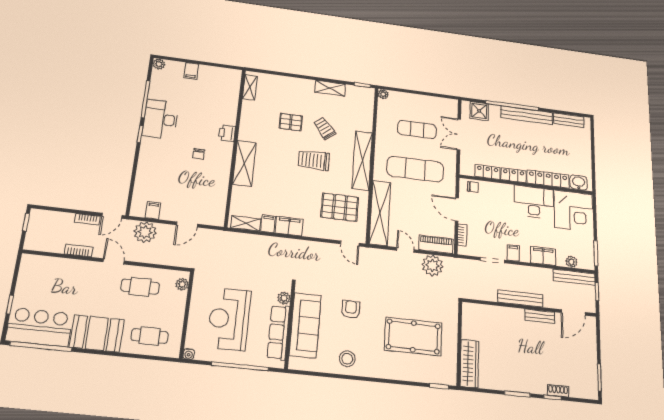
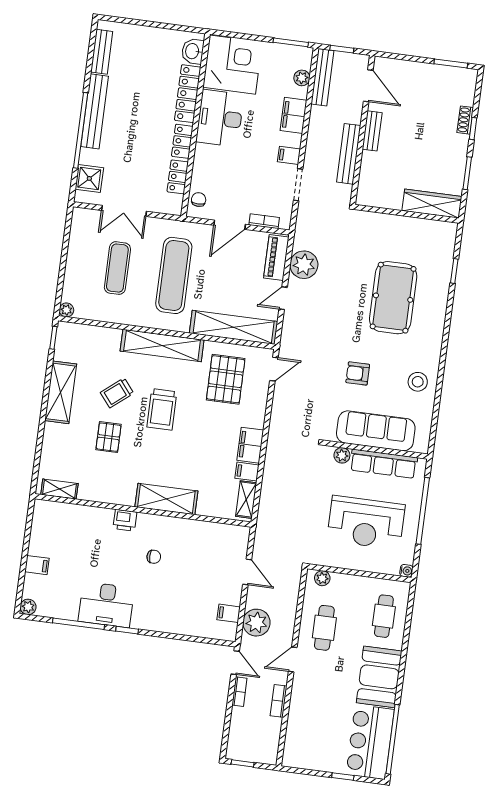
shelving: (330, 88) -> (61, 392), width x1.50, depth x1.33
wall: (459, 343) -> (407, 214), moved
wardrobe: (469, 364) -> (432, 204), moved

